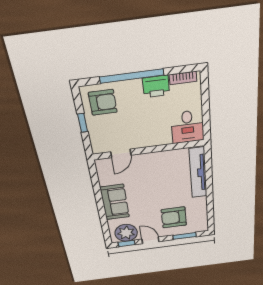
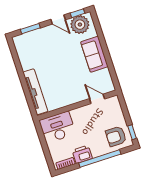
window: (83, 123) -> (132, 132), moved
desk: (187, 127) -> (57, 127), width x1.37
door: (121, 153) -> (97, 99), hinge flipped
armchair: (174, 217) -> (44, 47), removed

